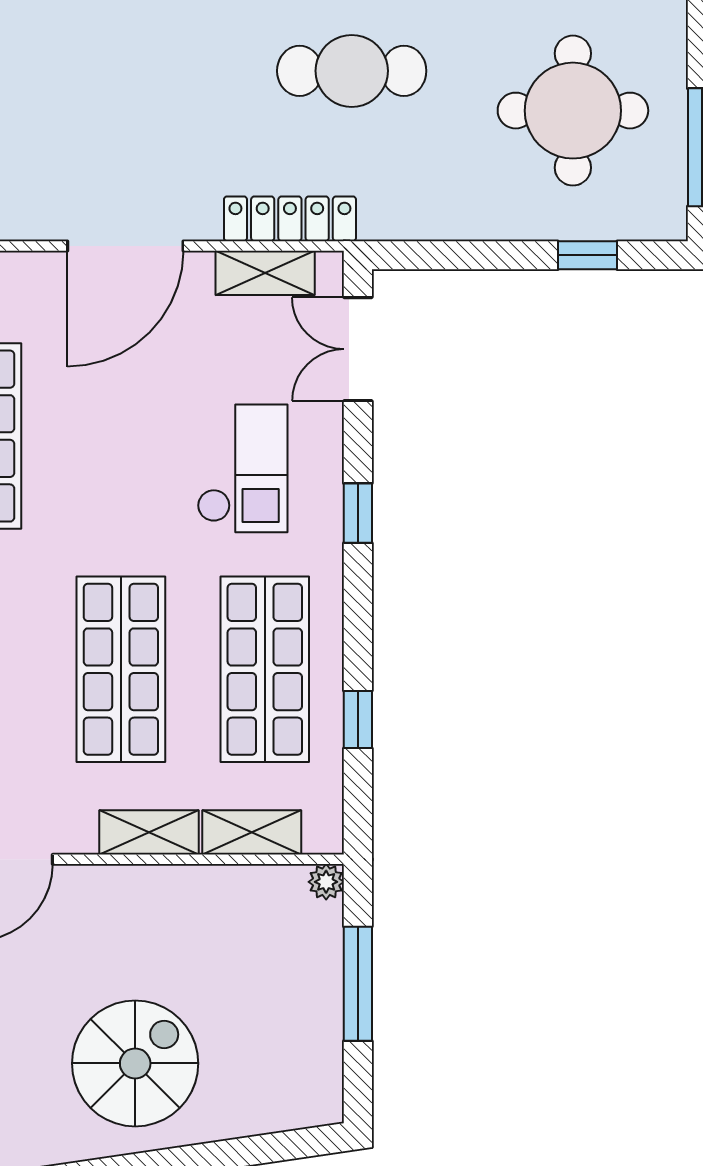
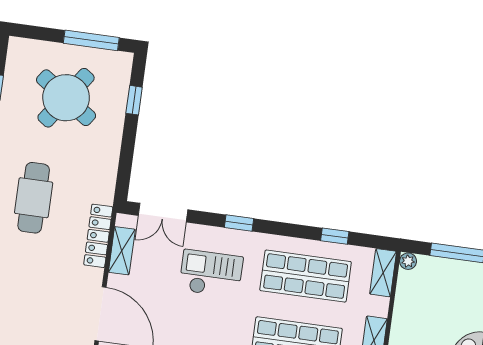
round table: (573, 111) -> (66, 98), turned 35
shelving: (252, 832) -> (383, 273), moved

